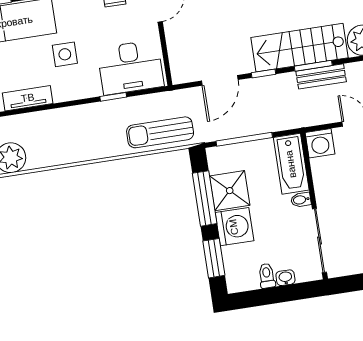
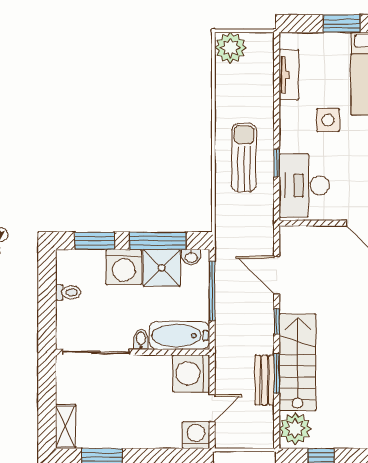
sun lounger: (160, 132) -> (244, 158), moved
washing machine: (320, 143) -> (191, 373), width x1.37, depth x1.37
washbasin: (285, 278) -> (191, 257), moved, turned 90

